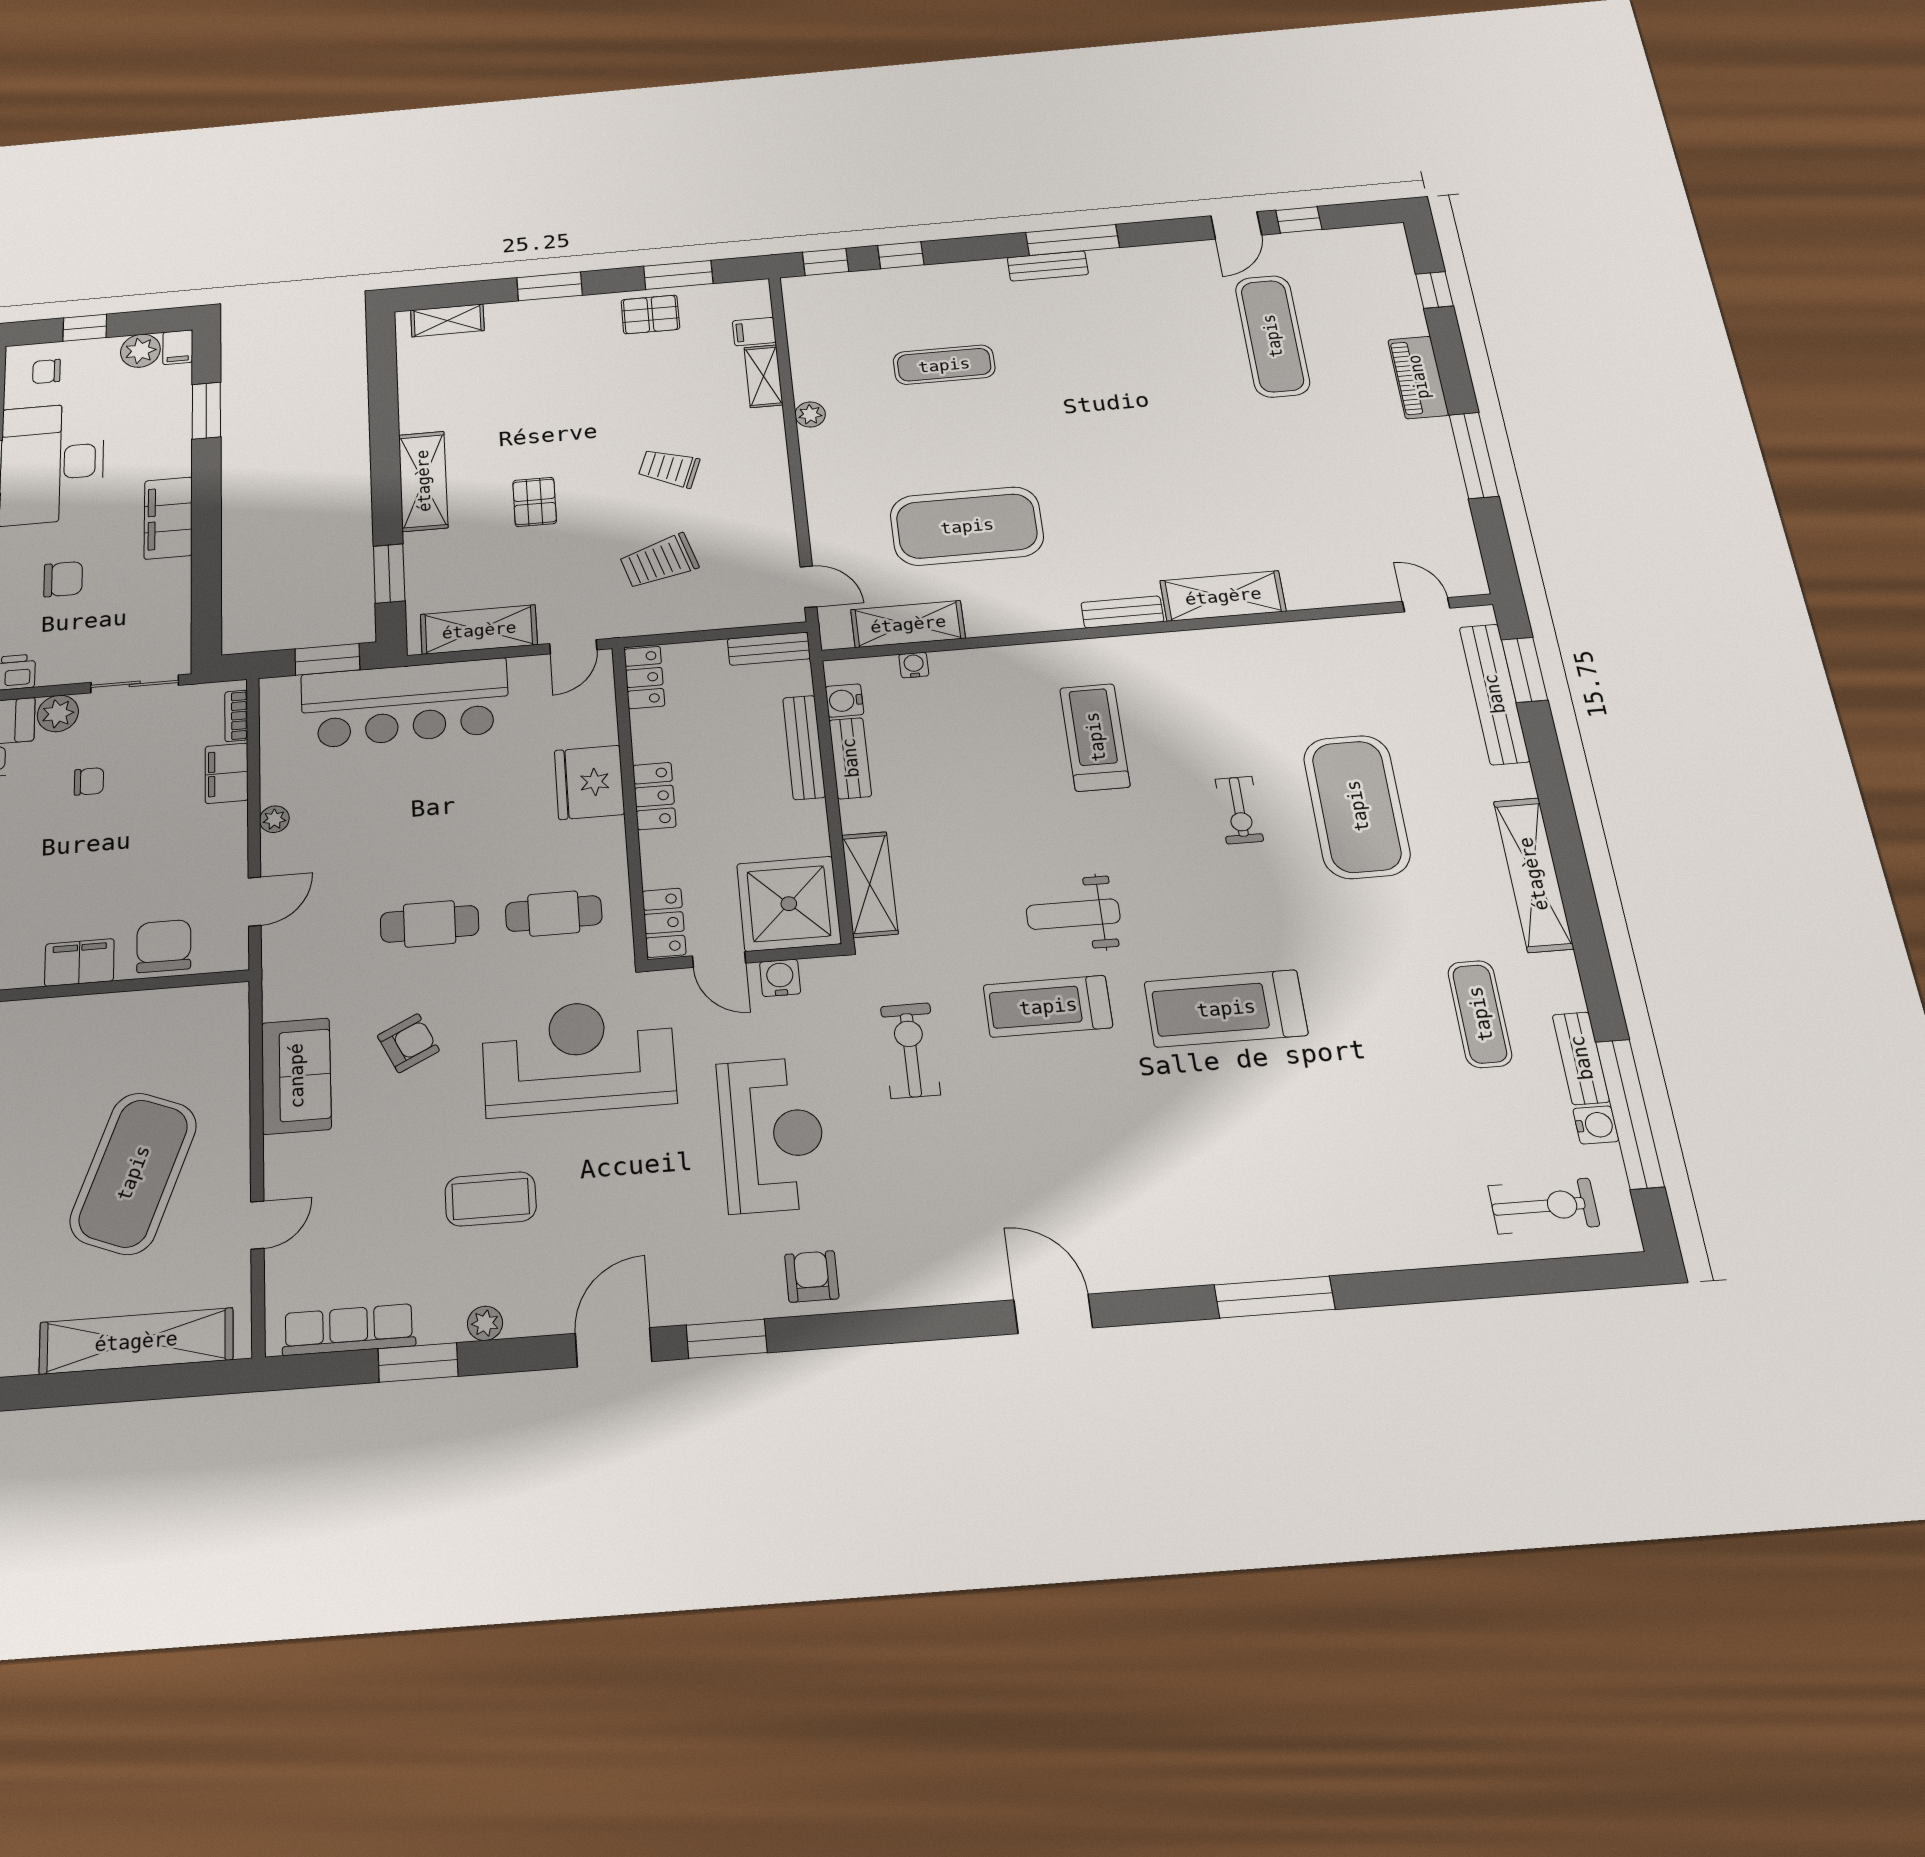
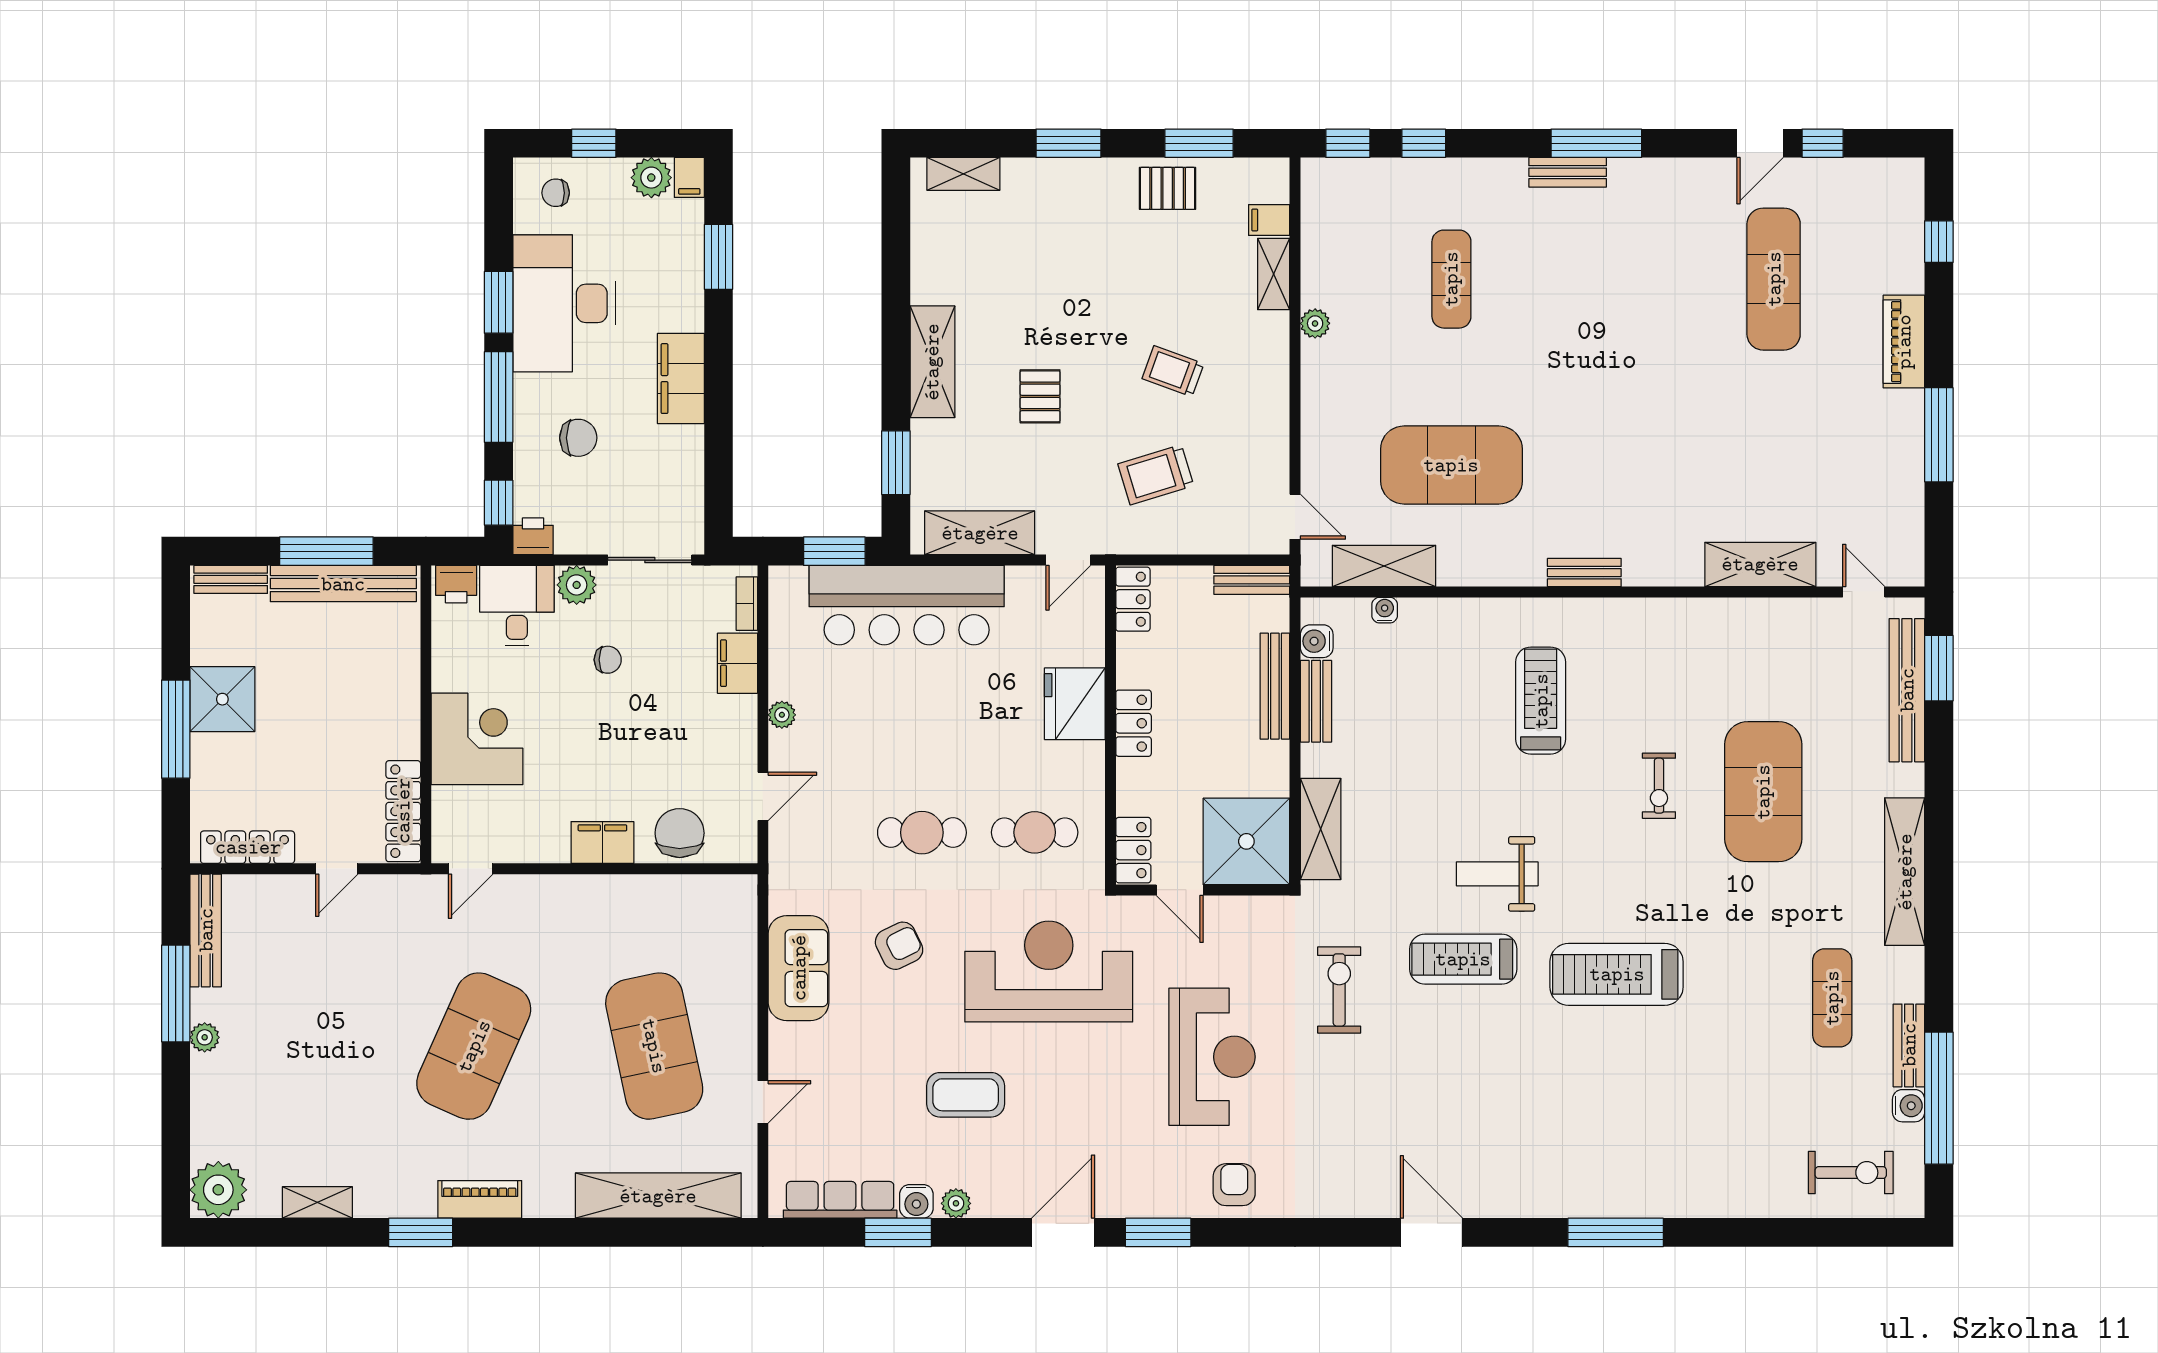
exercise mat: (944, 365) -> (1451, 279), turned 90
shelving: (1223, 596) -> (1760, 564), moved
water cooler: (780, 978) -> (916, 1201), moved, turned 180
exercise mat: (133, 1173) -> (654, 1046), turned -33

